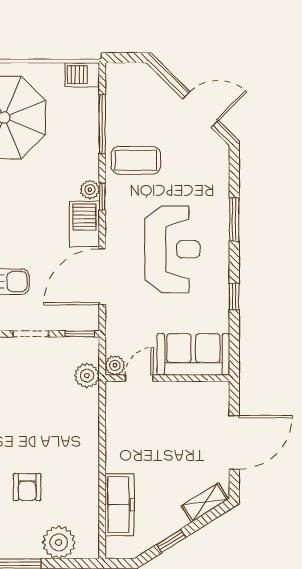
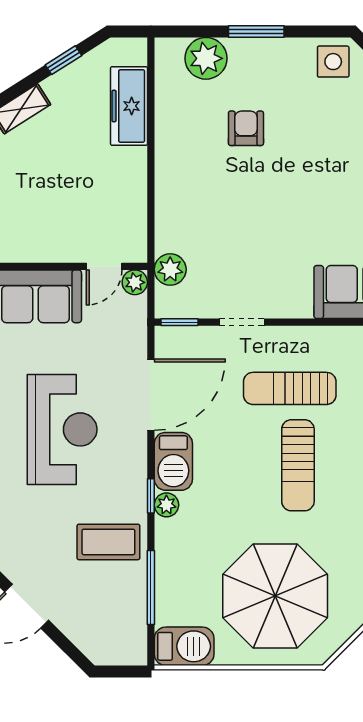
barbecue: (82, 75) -> (184, 646), width x1.38, depth x1.27
reception desk: (172, 249) -> (62, 429), turned 180

